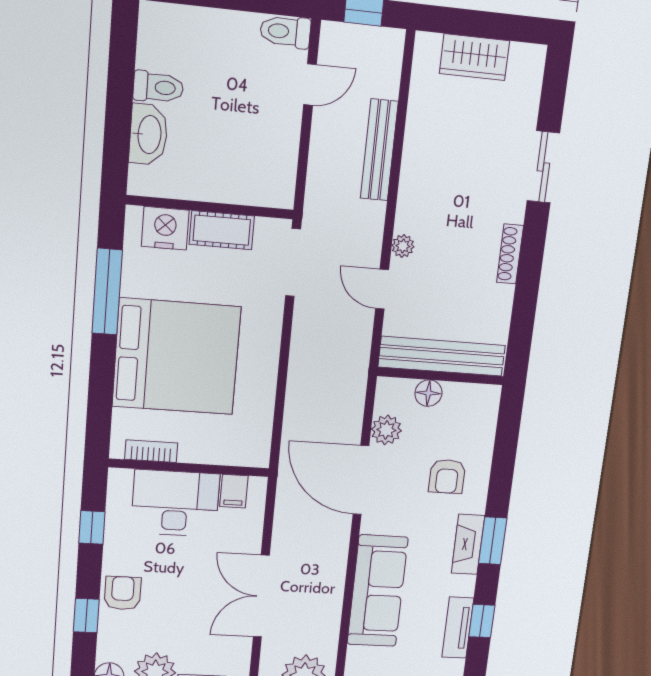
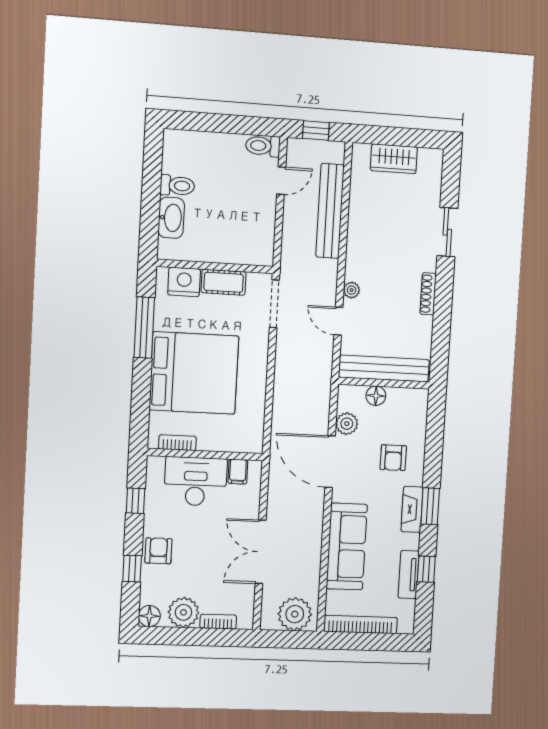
bench: (379, 150) -> (330, 211), width x1.37, depth x1.21

